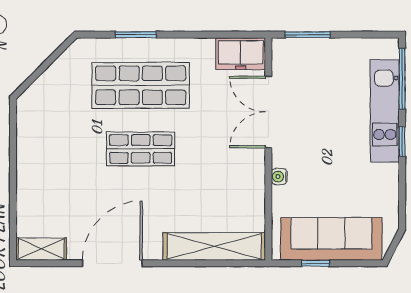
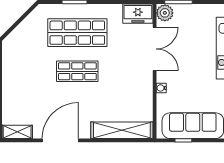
plant: (285, 53) -> (165, 13), added
double door: (268, 112) -> (155, 49), swing flipped

